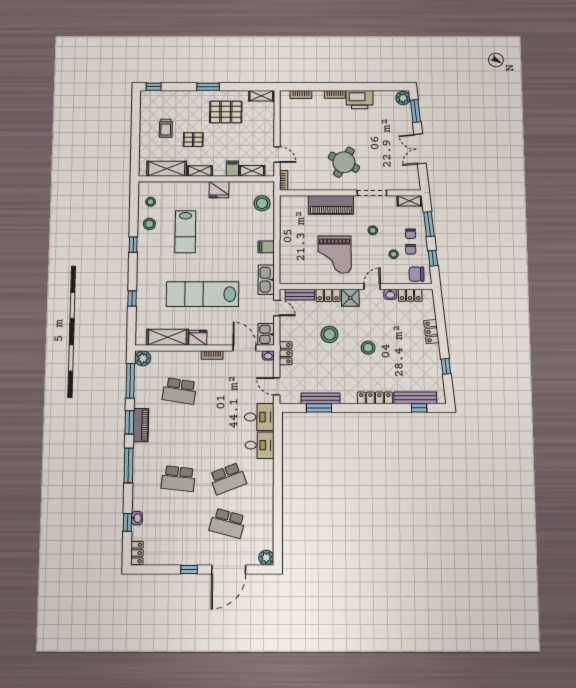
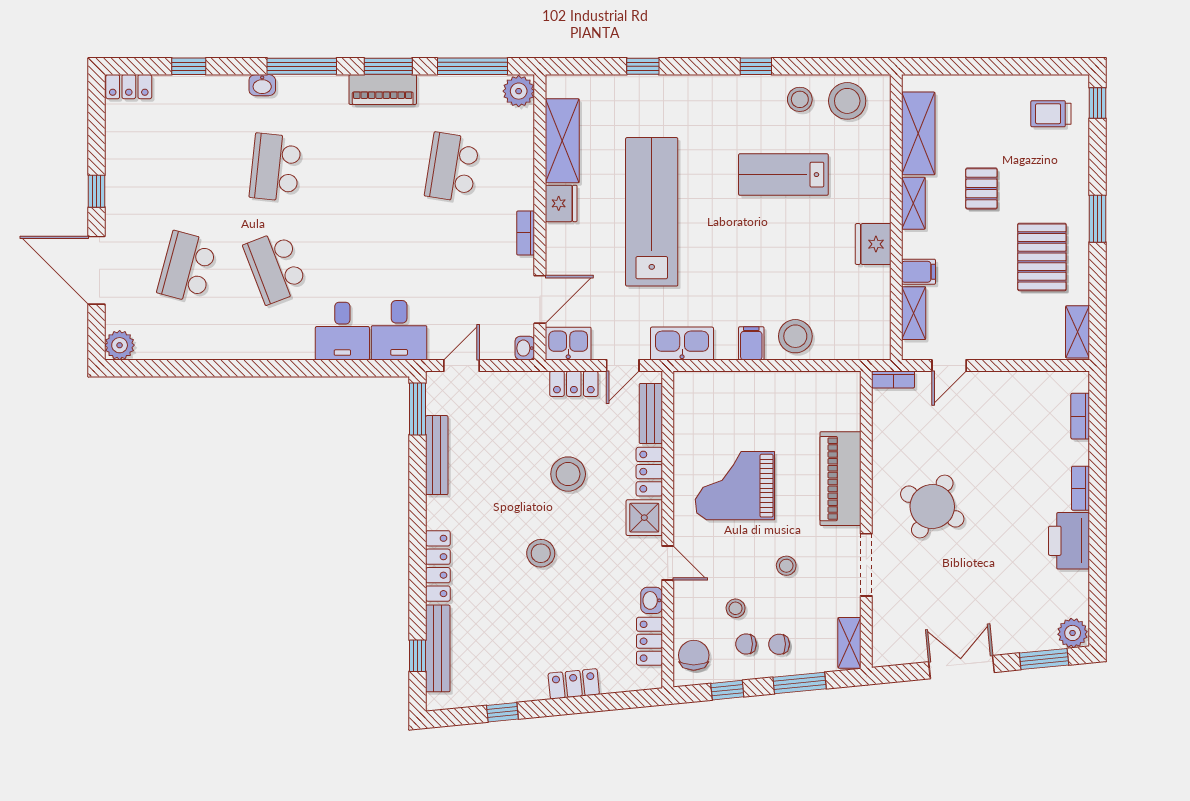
trolley: (166, 128) -> (1051, 114), moved
stool: (151, 202) -> (847, 101), width x1.89, depth x1.89
stool: (262, 203) -> (795, 336), moved
locker: (286, 353) -> (574, 384), moved
window: (319, 408) -> (418, 409), moved
washbasin: (137, 518) -> (262, 85), moved

